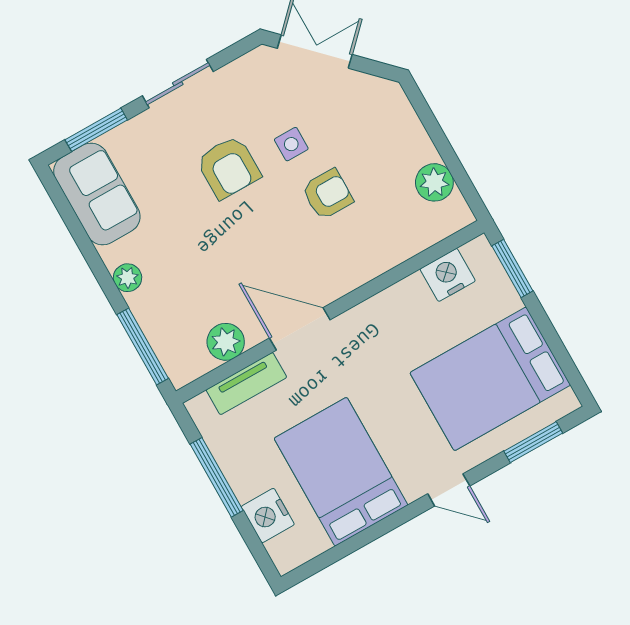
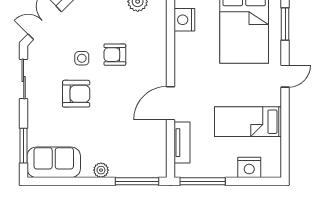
sliding door: (178, 84) -> (24, 79), moved
armchair: (327, 194) -> (115, 55), turned -90
plant: (226, 342) -> (157, 141), removed
bed: (341, 472) -> (248, 122), width x0.67
window: (217, 477) -> (203, 181), moved

